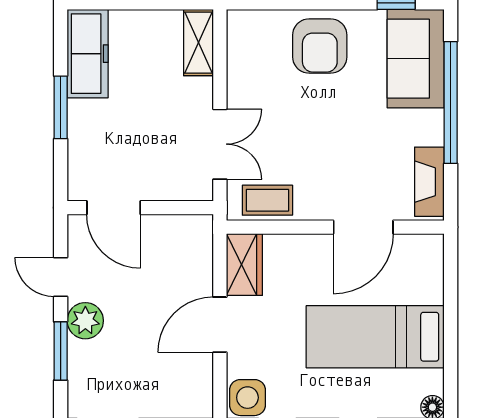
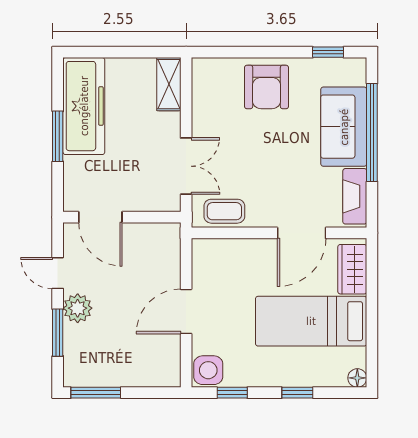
freezer: (88, 54) -> (84, 106), width x1.36, depth x1.26
sofa: (416, 59) -> (344, 127), moved
wardrobe: (244, 265) -> (352, 269), moved, turned 180

